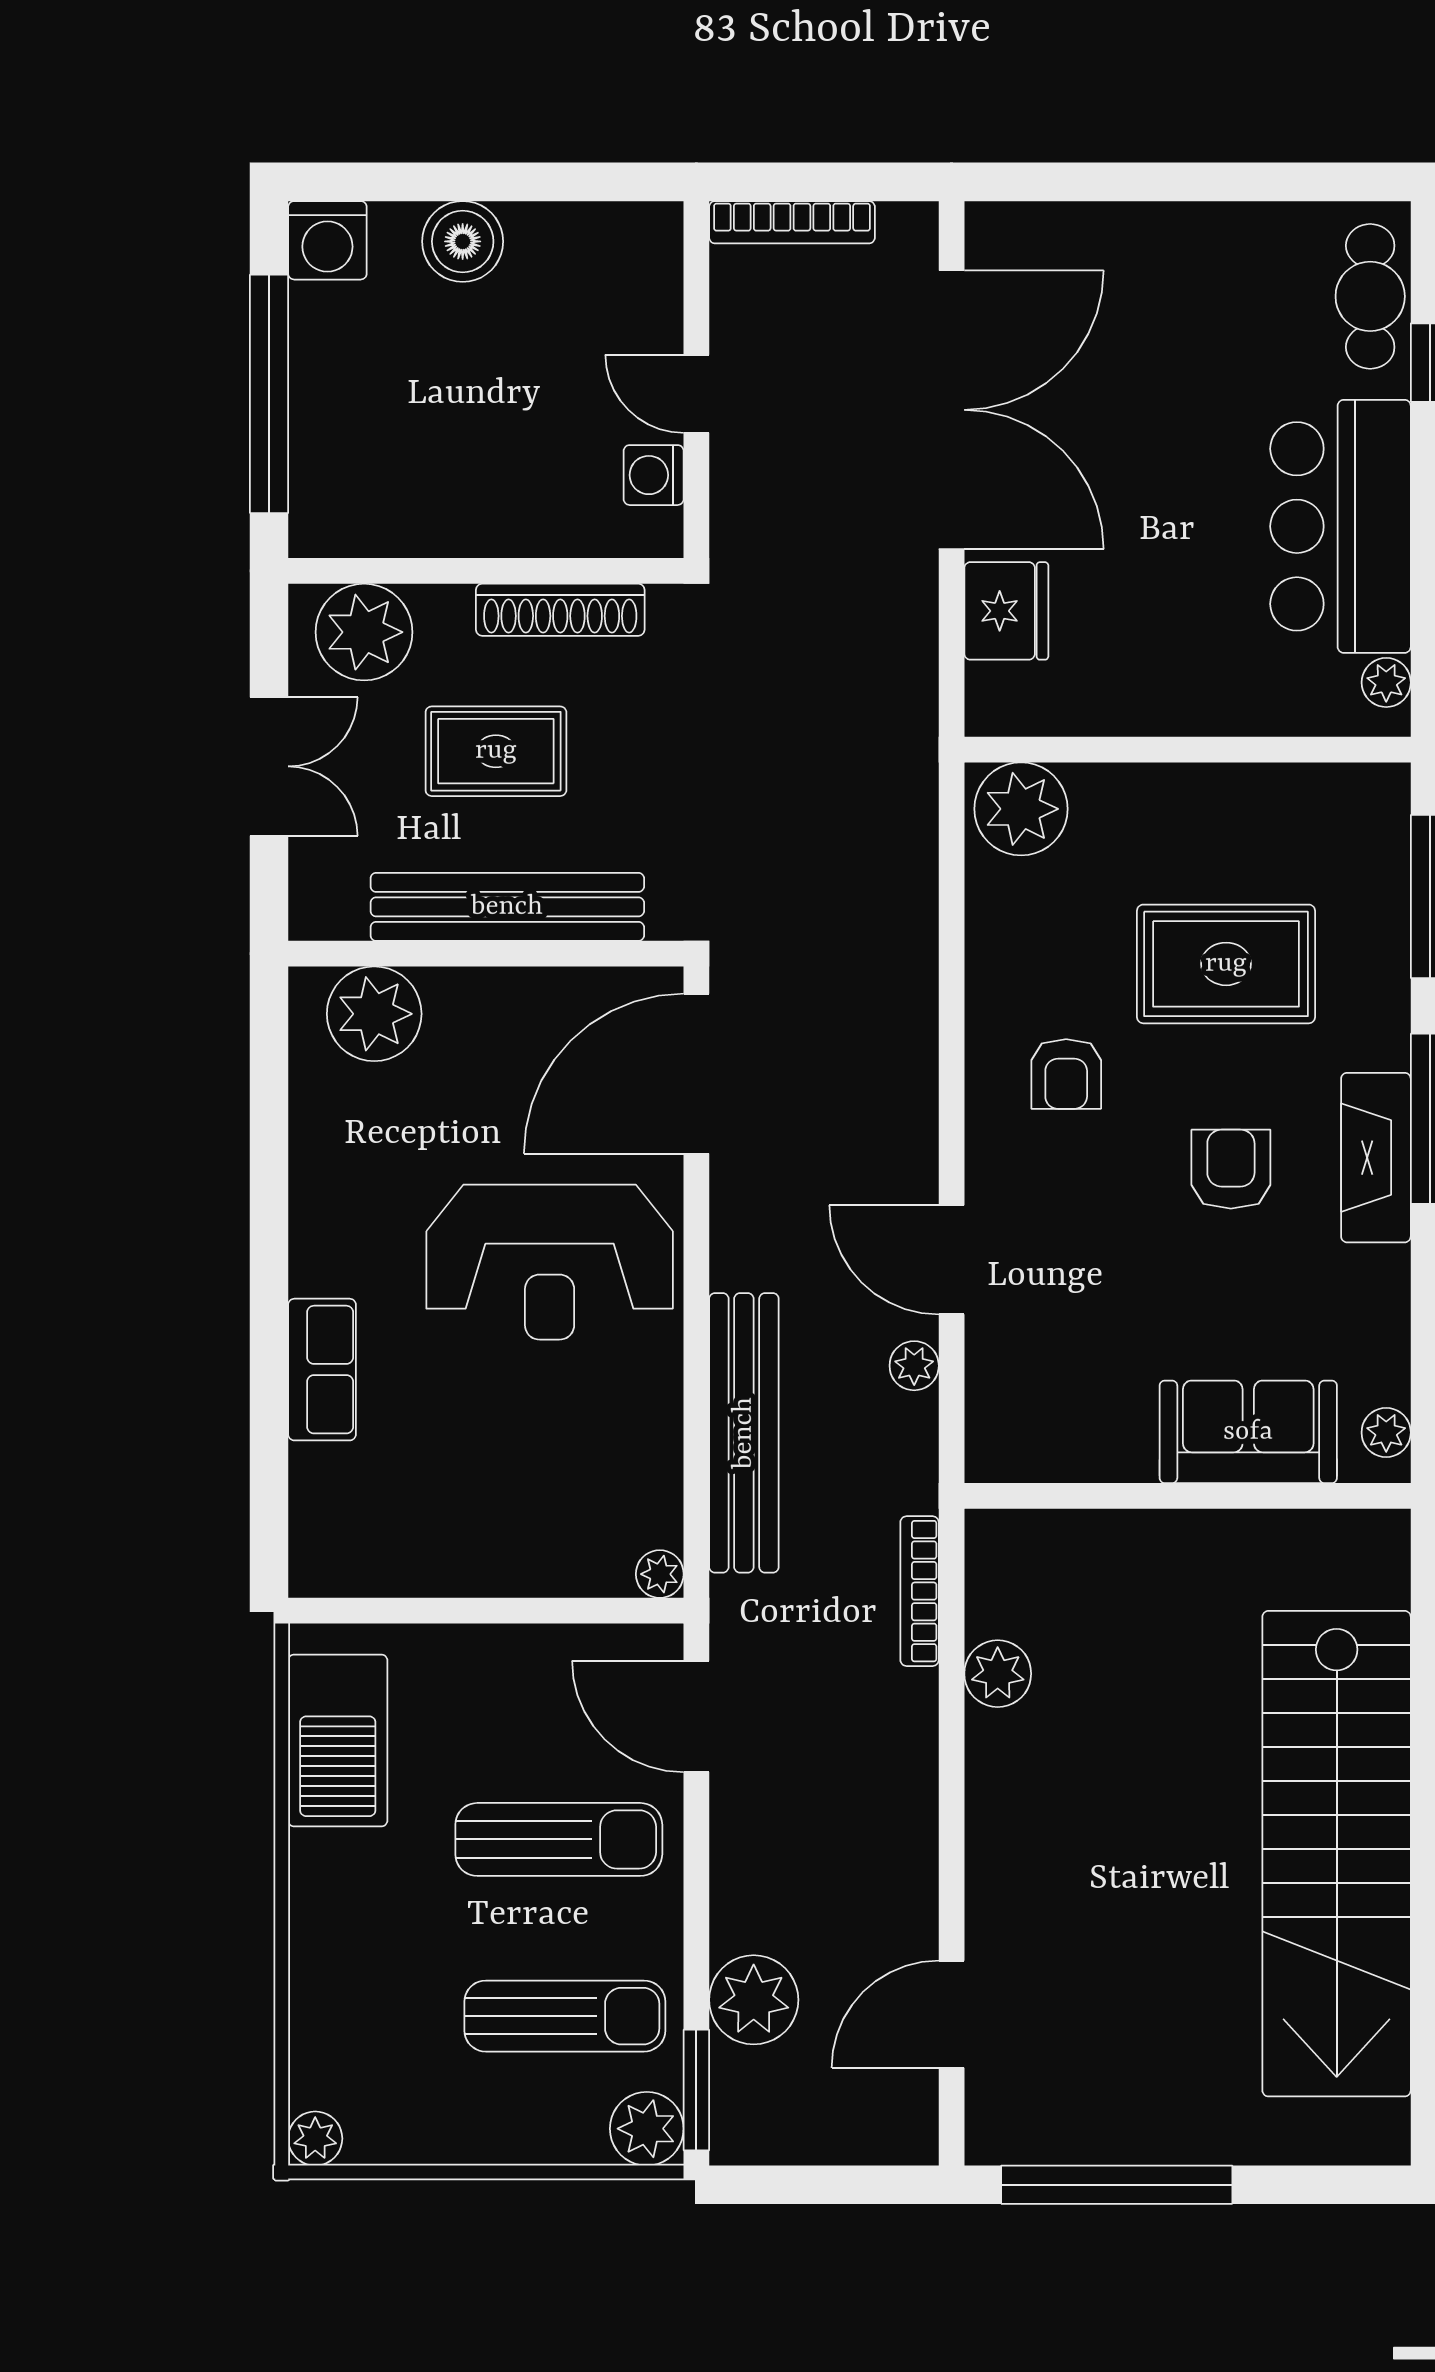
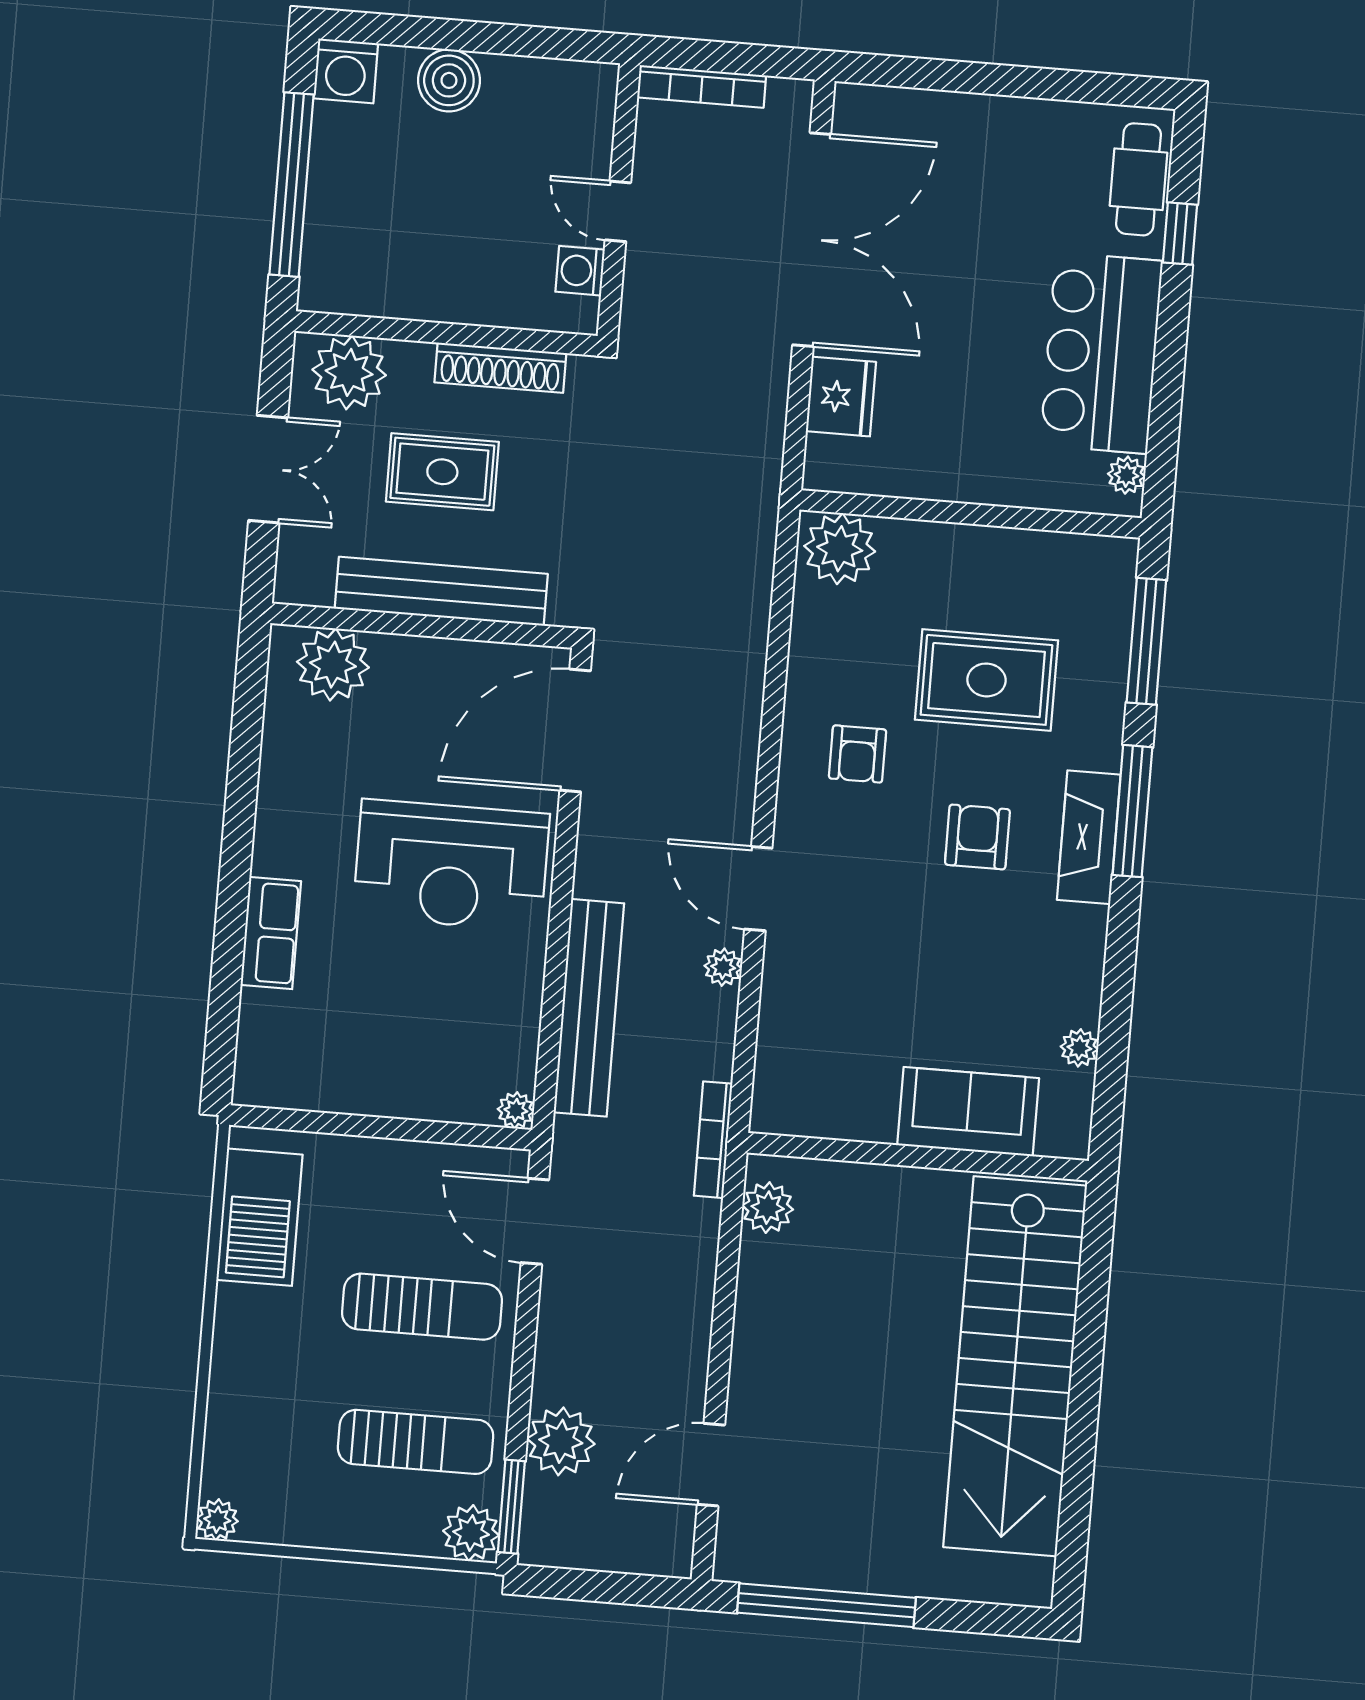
sofa: (1248, 1432) -> (968, 1112), moved
wall: (1188, 1496) -> (918, 1157), moved

